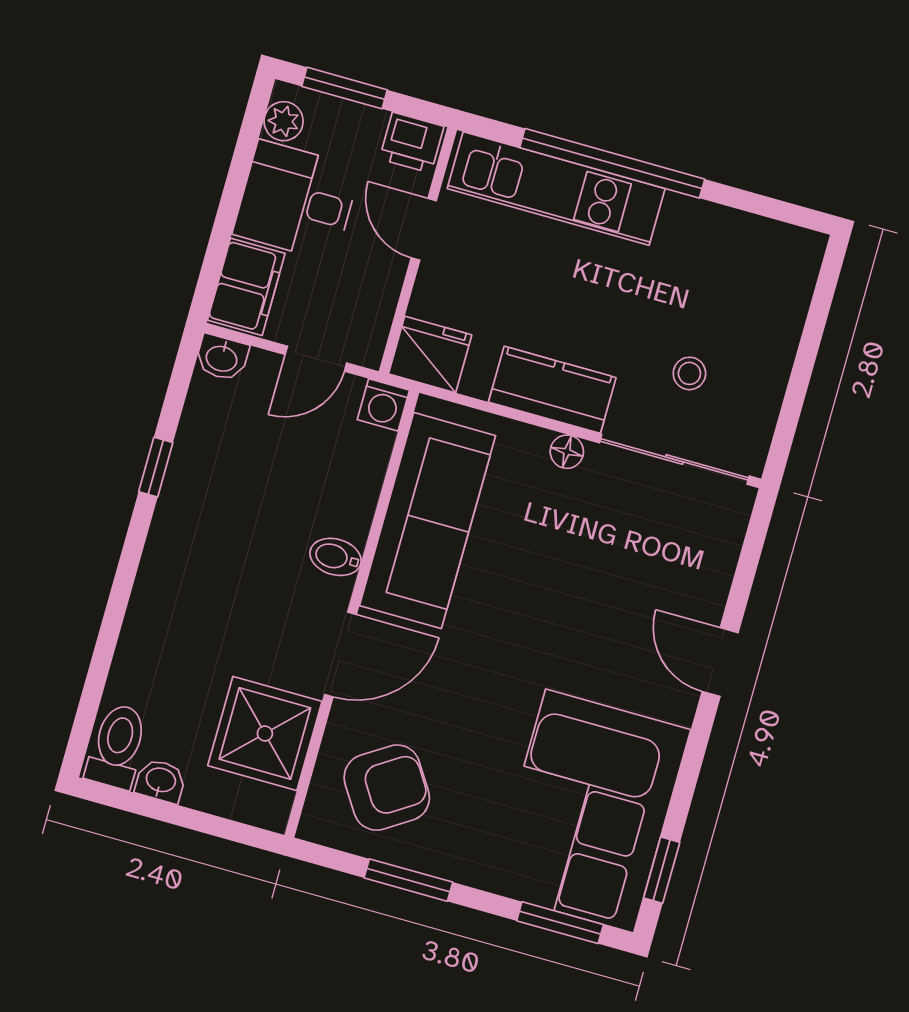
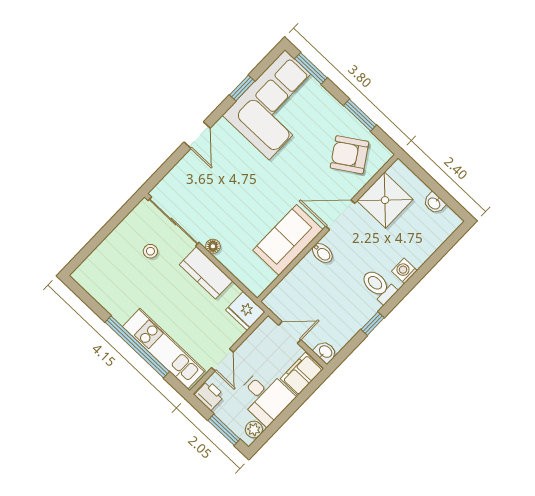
washing machine: (383, 405) -> (404, 271), moved, turned -90
sofa: (428, 521) -> (288, 240), width x0.73
toilet: (117, 746) -> (379, 286), moved, turned 90
window: (662, 870) -> (242, 88), moved

